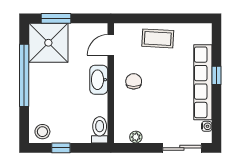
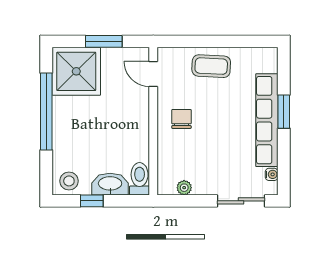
window: (56, 18) -> (104, 41), moved
door: (111, 45) -> (153, 74), hinge flipped
window: (217, 75) -> (284, 112), width x1.50
washbasin: (99, 80) -> (110, 184), moved, turned 90

